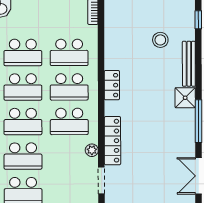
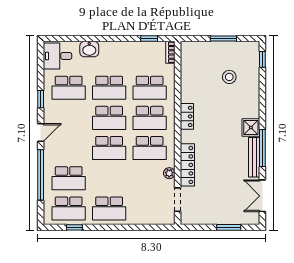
bench: (189, 64) -> (254, 157), moved
school desk: (23, 156) -> (109, 178), removed

